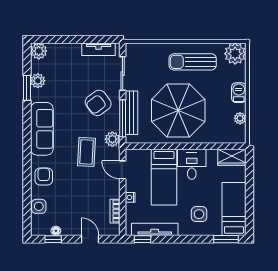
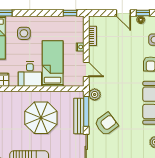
parasol: (178, 111) -> (41, 118), width x0.73, depth x0.73
coffee table: (86, 152) -> (116, 84), removed
tv unit: (155, 229) -> (60, 21), removed
door: (90, 239) -> (123, 13), moved

